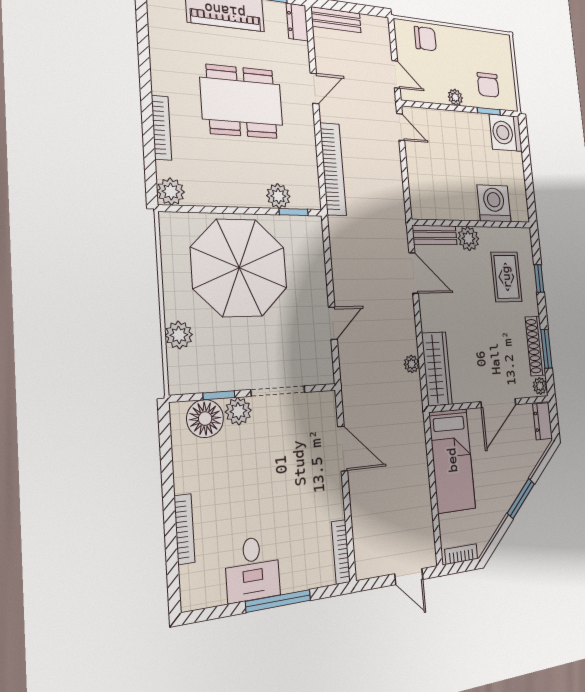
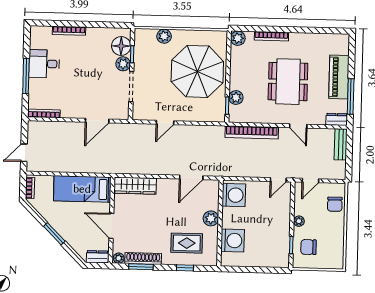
washing machine: (506, 133) -> (234, 195), moved, turned 90
bench: (435, 235) -> (213, 195), removed
door: (333, 323) -> (165, 122), hinge flipped
plant: (412, 364) -> (139, 169), removed

